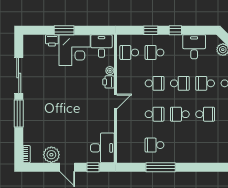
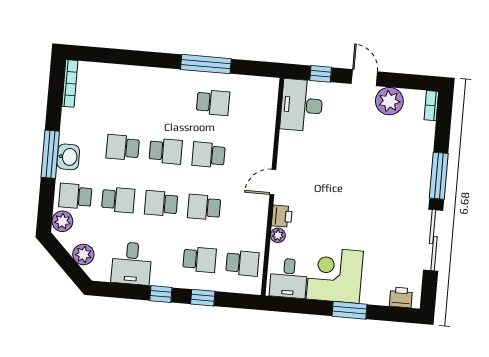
printer: (52, 40) -> (401, 297), moved

